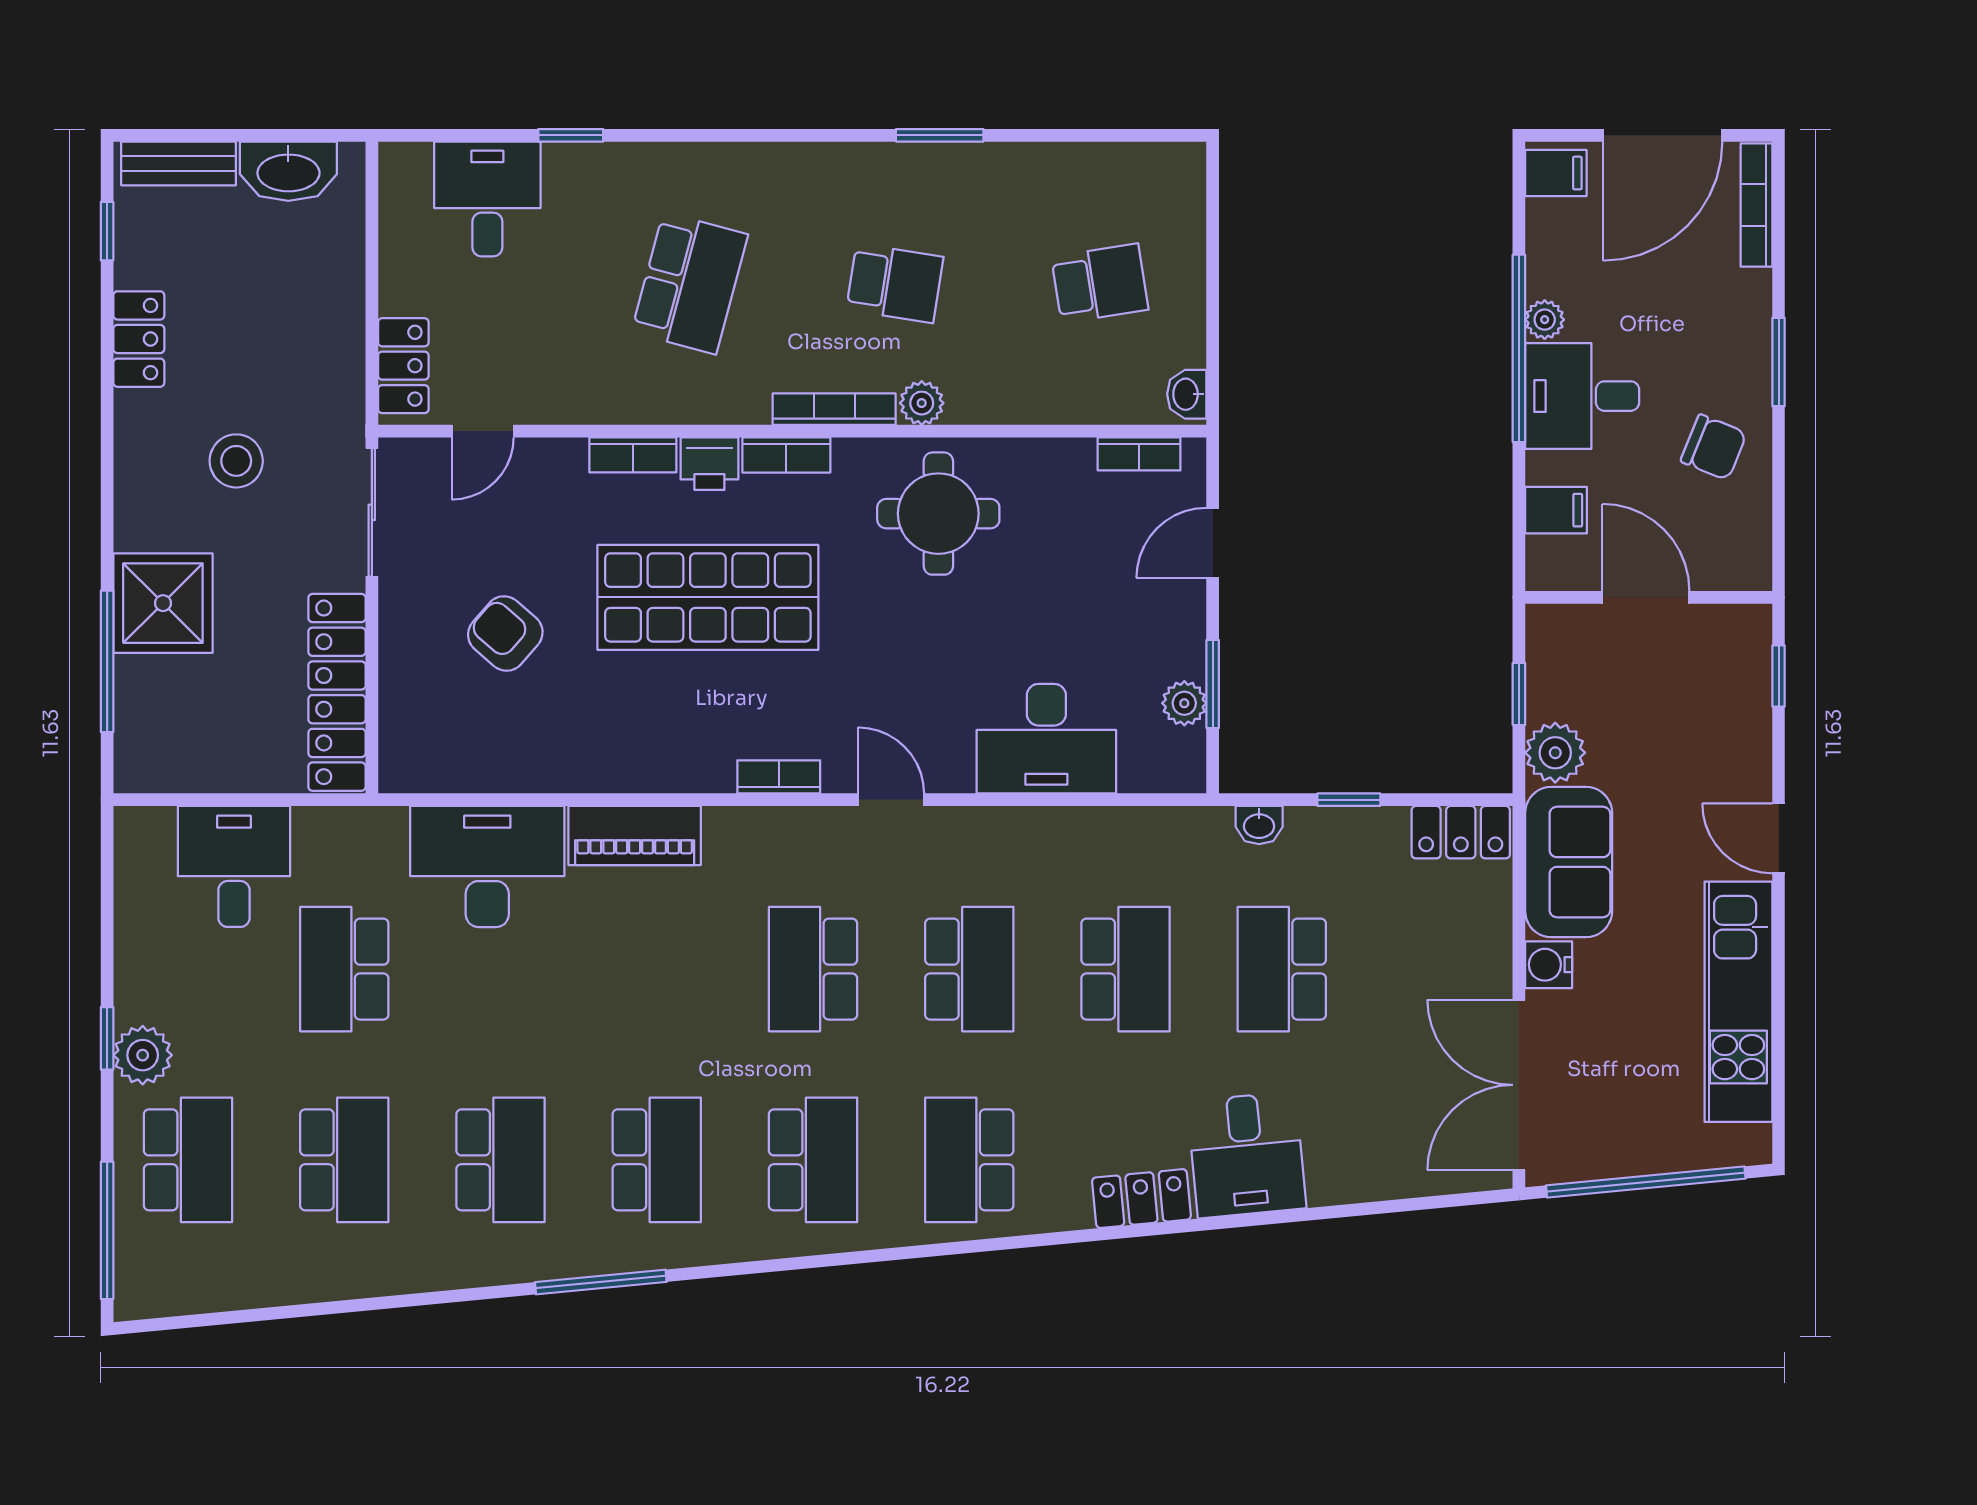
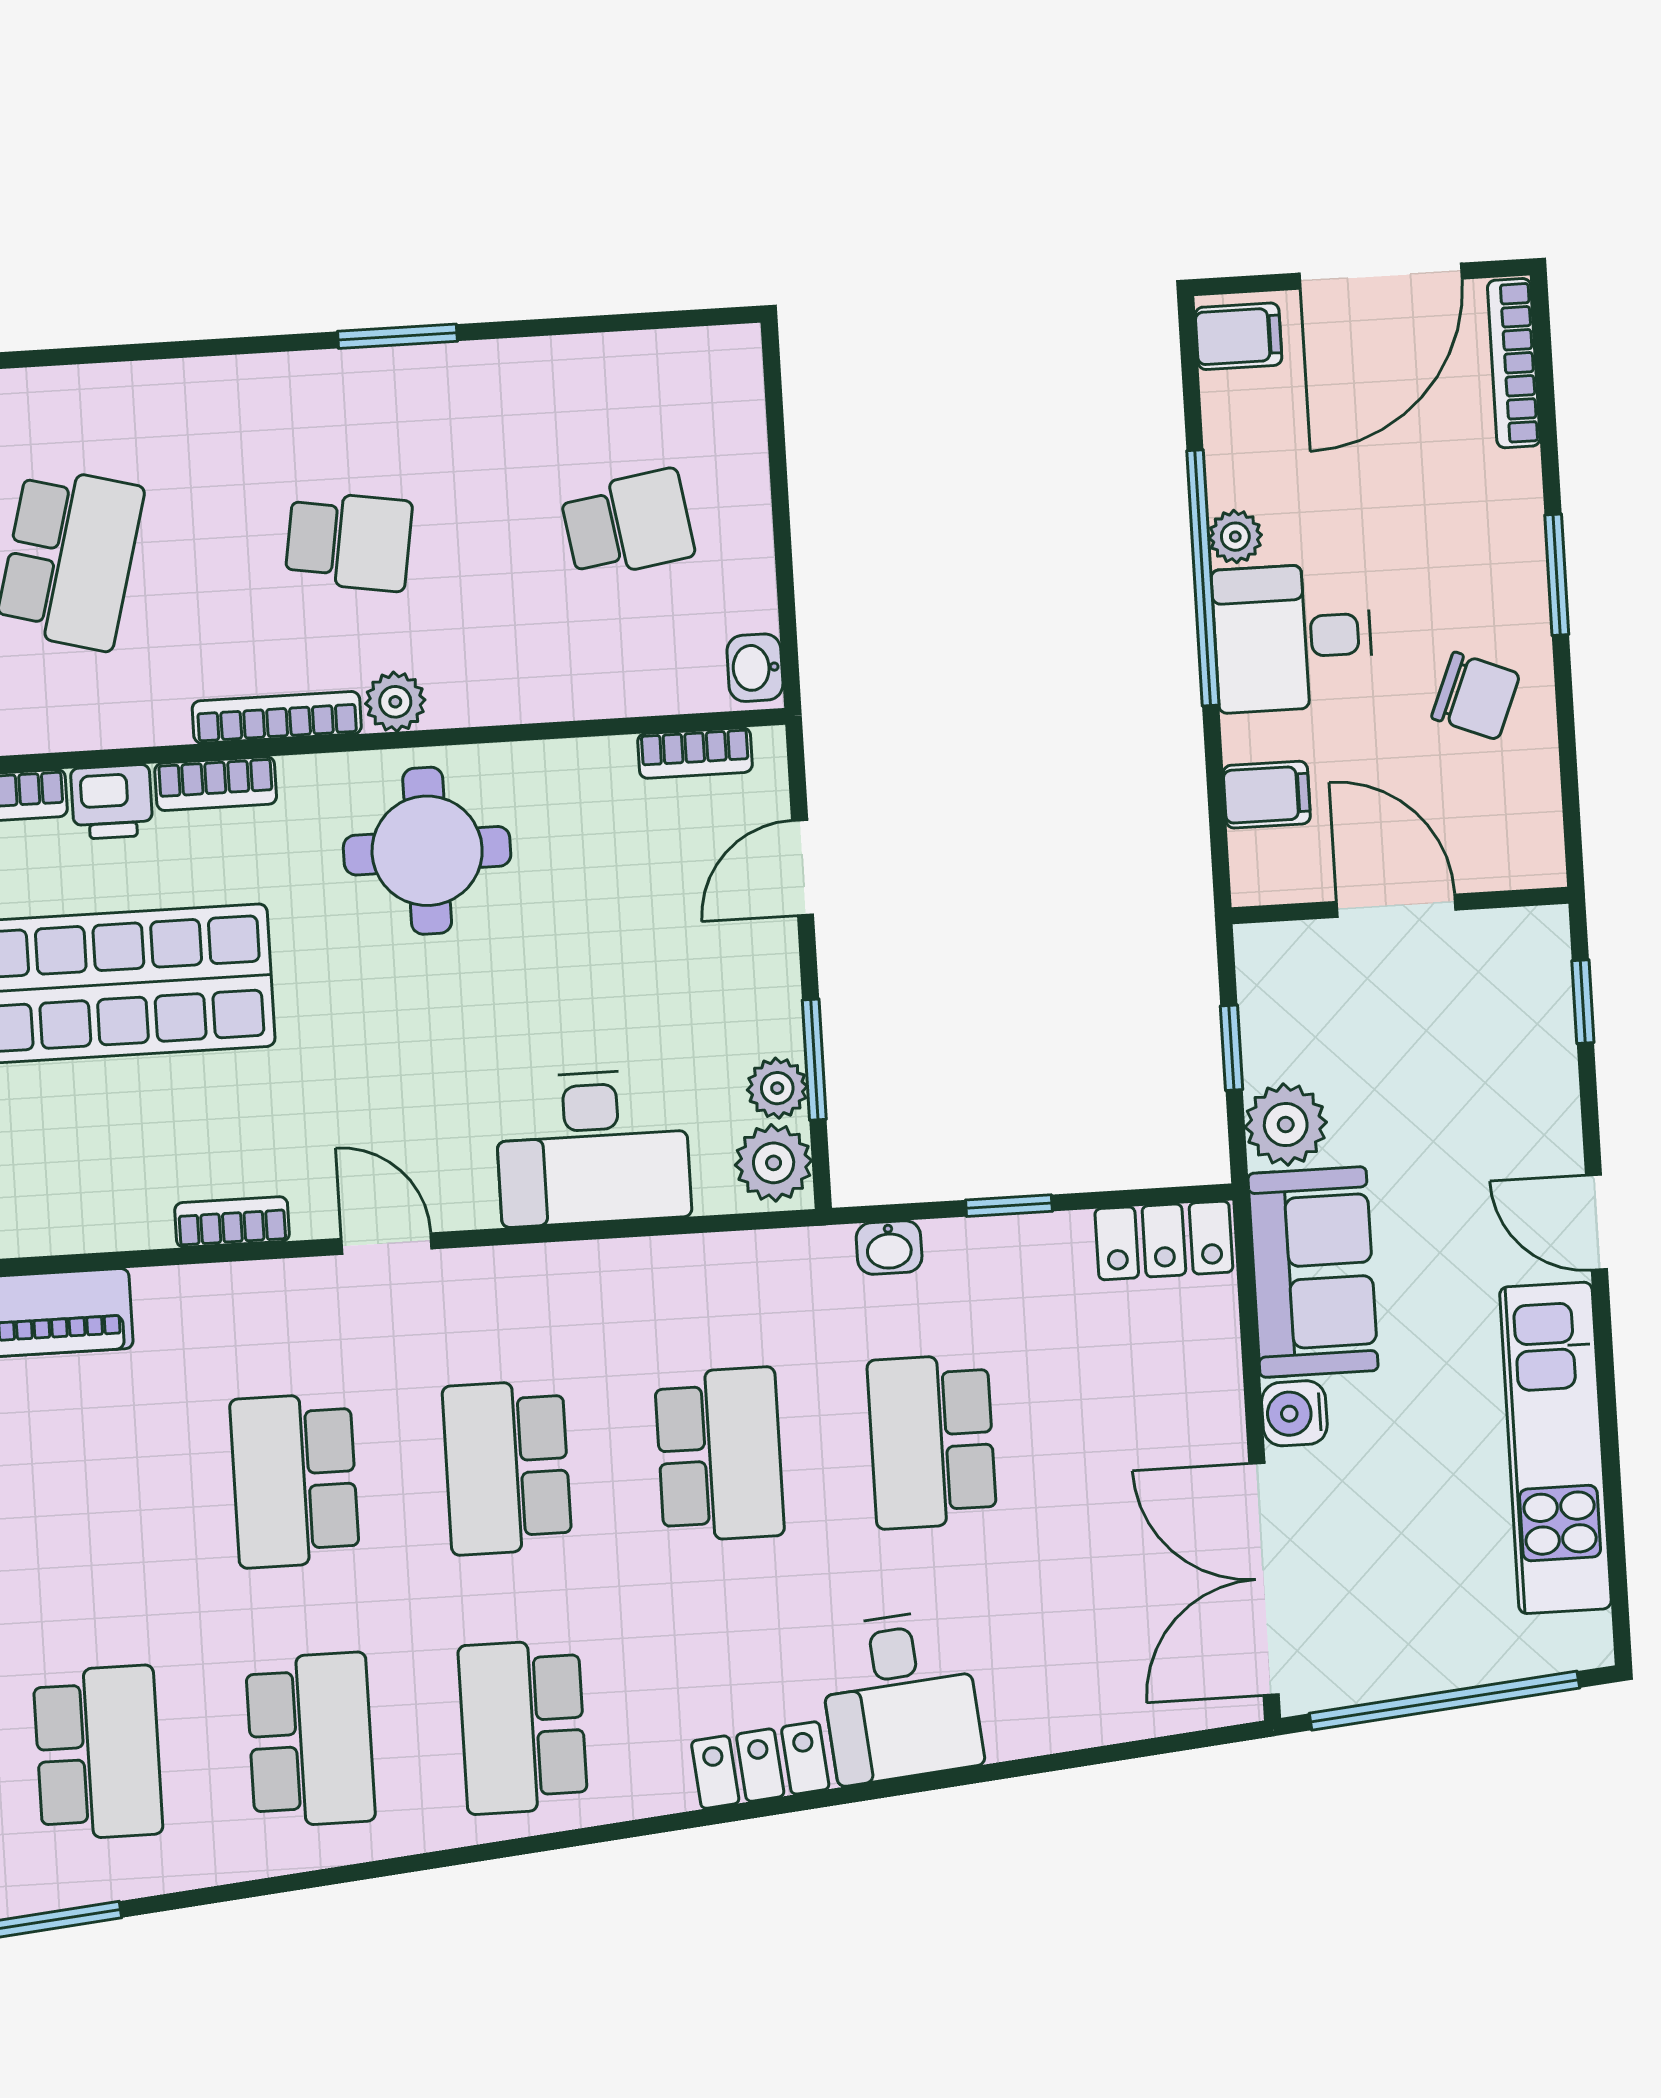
plant: (1178, 758) -> (774, 1163), added
school desk: (969, 969) -> (507, 1467), turned 180

